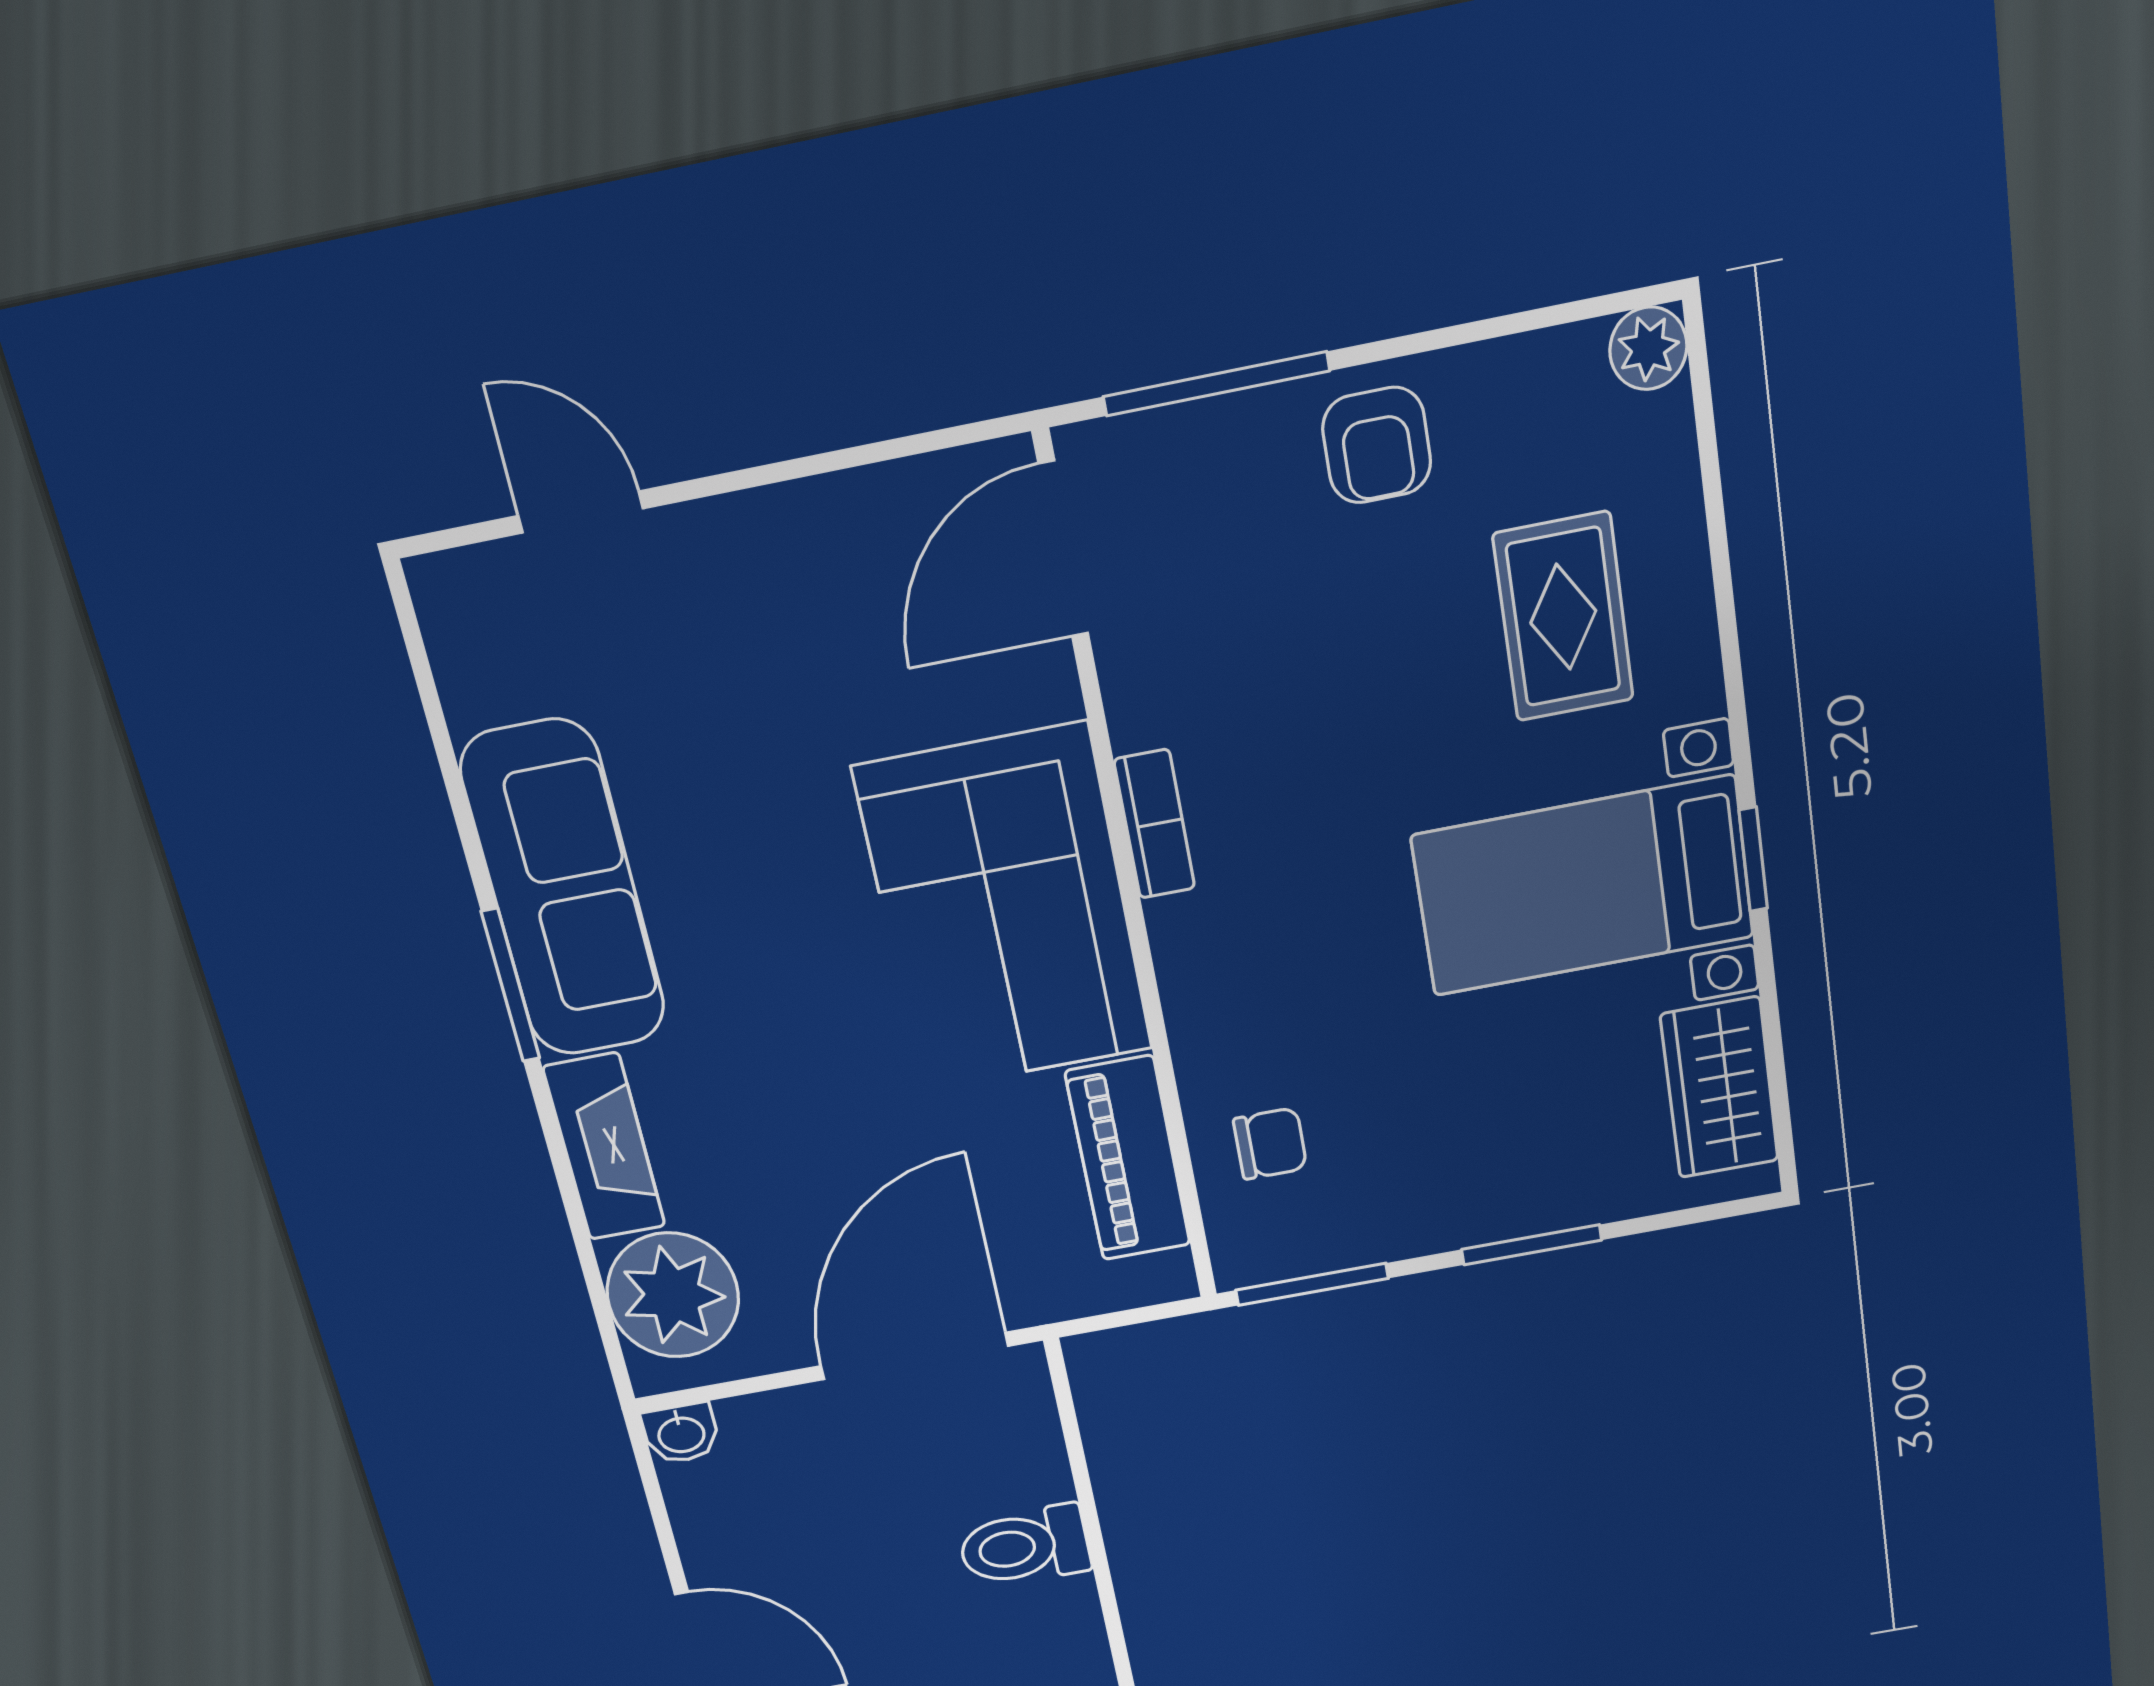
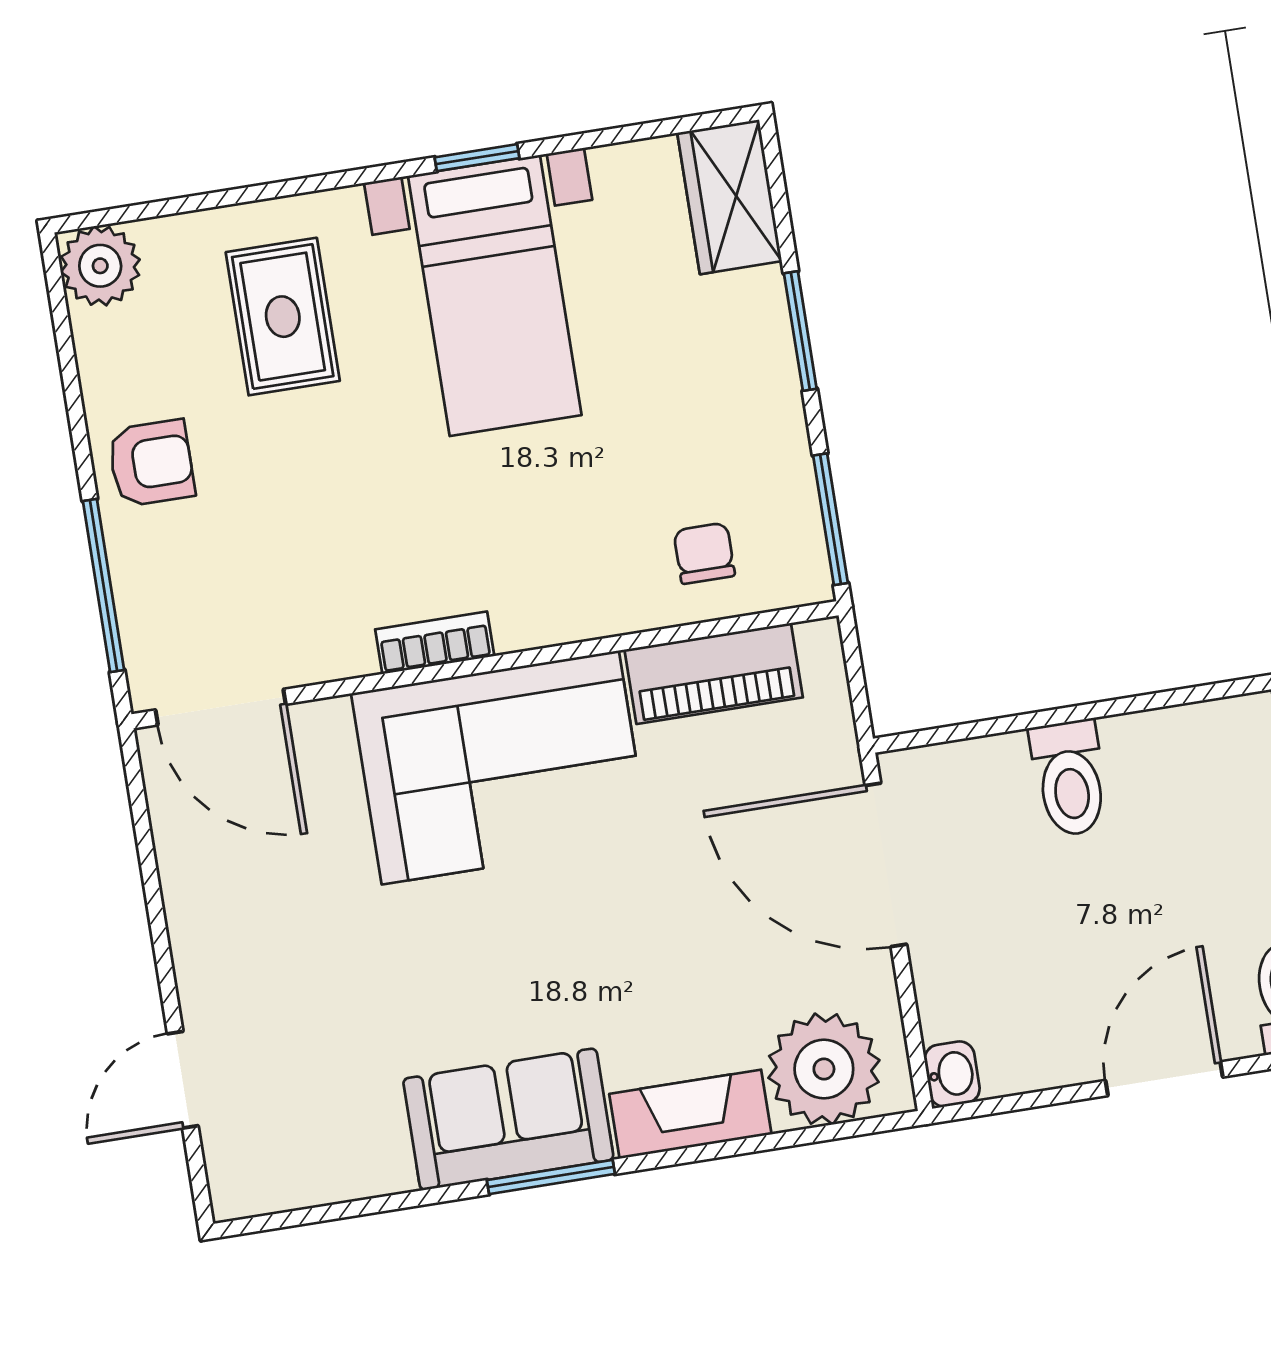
plant: (1648, 348) -> (100, 266), width x1.38, depth x1.38
rug: (1563, 617) -> (283, 317), turned 90
sofa: (563, 889) -> (508, 1119), width x0.73
wardrobe: (1719, 1088) -> (730, 197), moved, turned 90

